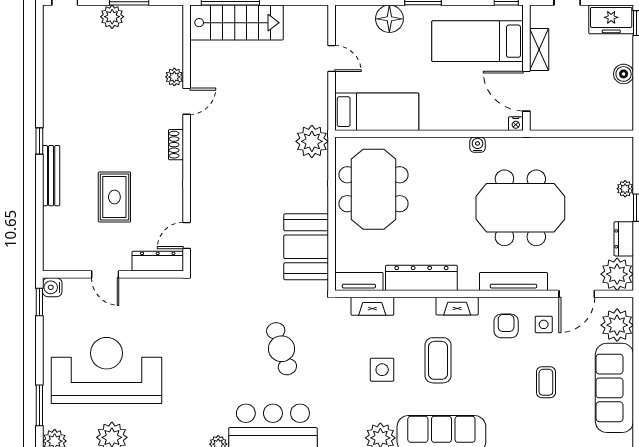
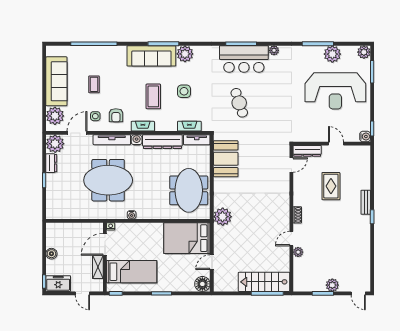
floor lamp: (389, 19) -> (202, 284), moved
door: (332, 59) -> (212, 262), hinge flipped
door: (526, 91) -> (105, 244), swing flipped
bed: (377, 112) -> (187, 238), width x1.50
bench: (51, 176) -> (366, 202), width x0.73
plant: (625, 189) -> (51, 191), removed
water cooler: (468, 281) -> (137, 140), added

